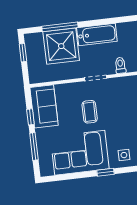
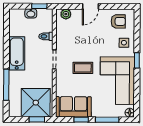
shower: (61, 46) -> (36, 103), moved
window: (23, 53) -> (37, 119), moved
floor lamp: (45, 171) -> (130, 113), added

